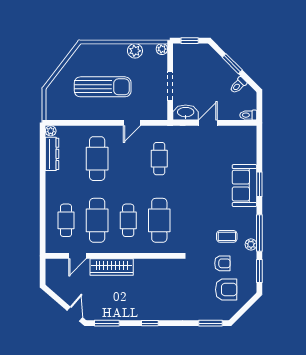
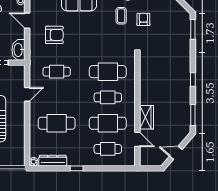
door: (132, 123) -> (27, 94), hinge flipped
door: (208, 123) -> (27, 21), moved
window: (43, 183) -> (77, 168), added
wardrobe: (112, 267) -> (146, 117), width x0.67
armchair: (226, 290) -> (54, 35), moved, turned 90
door: (75, 314) -> (176, 153), moved

